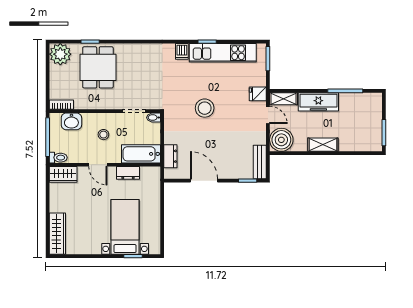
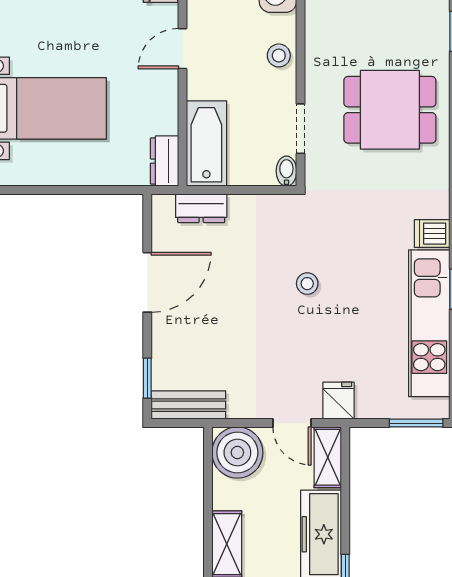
dining table: (98, 67) -> (390, 110), moved
stool: (205, 108) -> (307, 284), width x0.53, depth x0.53
door: (268, 115) -> (292, 423), hinge flipped
stool: (103, 135) -> (279, 55), moved
dresser: (128, 173) -> (164, 161), moved

